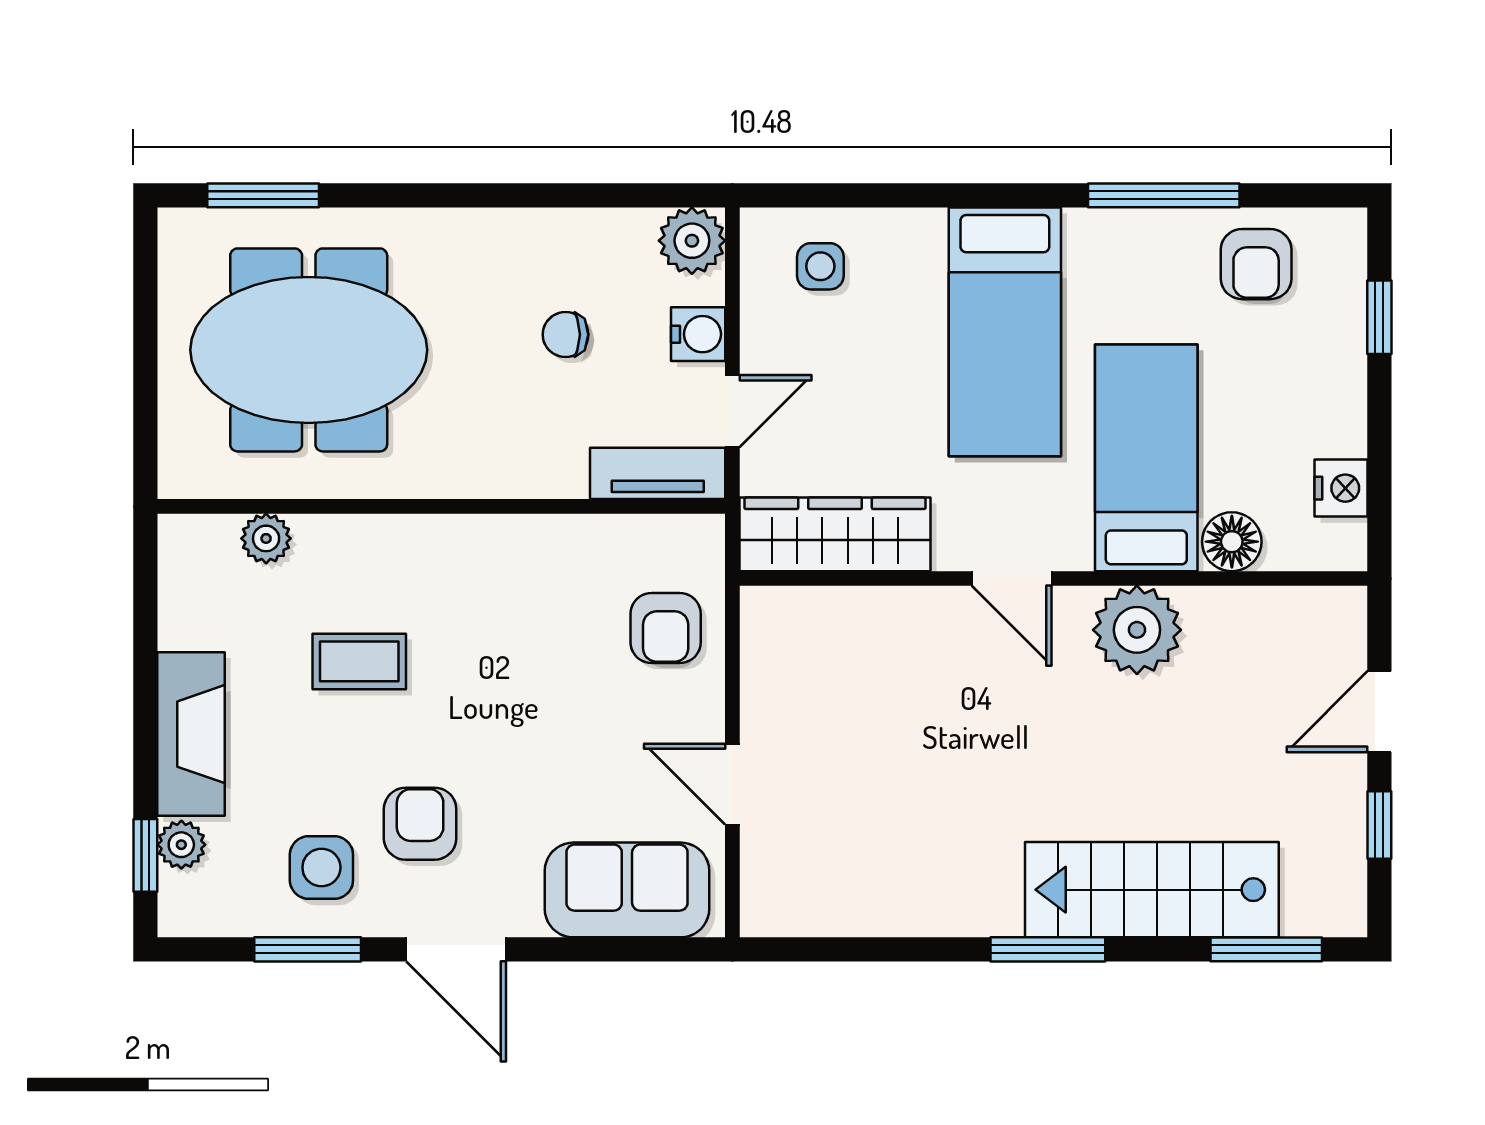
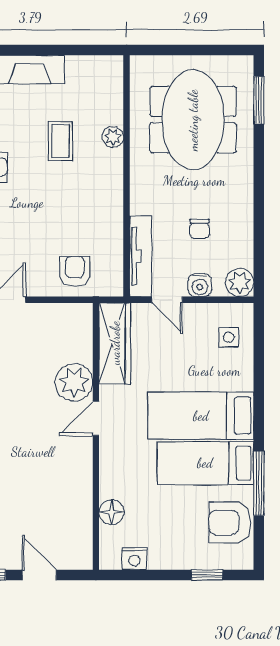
armchair: (1256, 264) -> (230, 522), width x1.38, depth x1.38
chair: (566, 335) -> (200, 229), turned 180
bed: (1146, 458) -> (205, 463), moved, turned 180
tv unit: (658, 473) -> (141, 256), width x1.41
plant: (266, 538) -> (113, 137), moved
armchair: (666, 628) -> (75, 271), turned 90
plant: (1137, 630) -> (74, 382), moved

